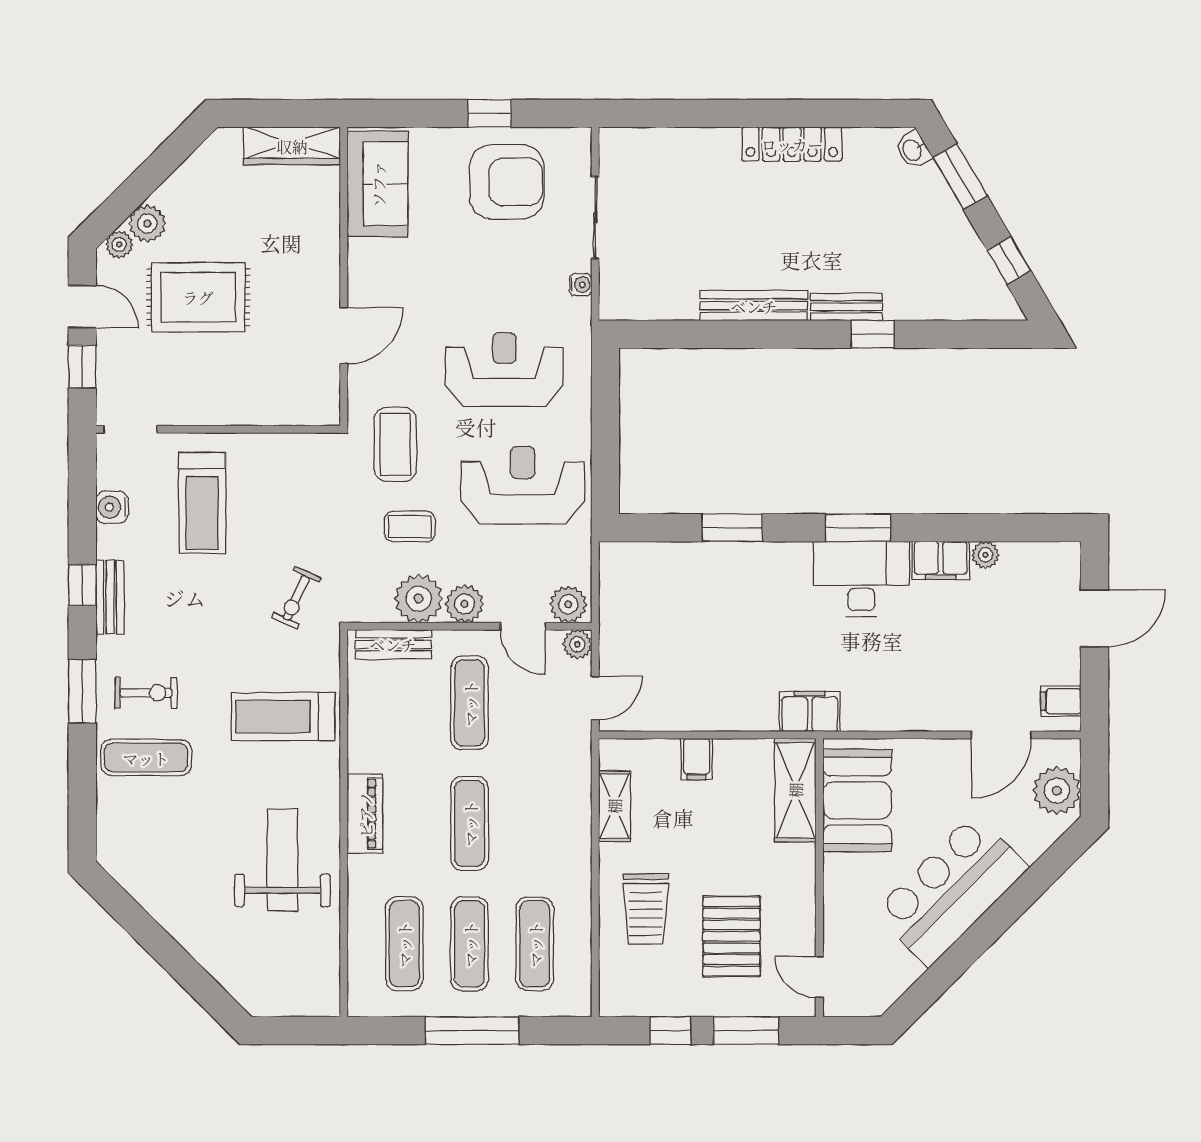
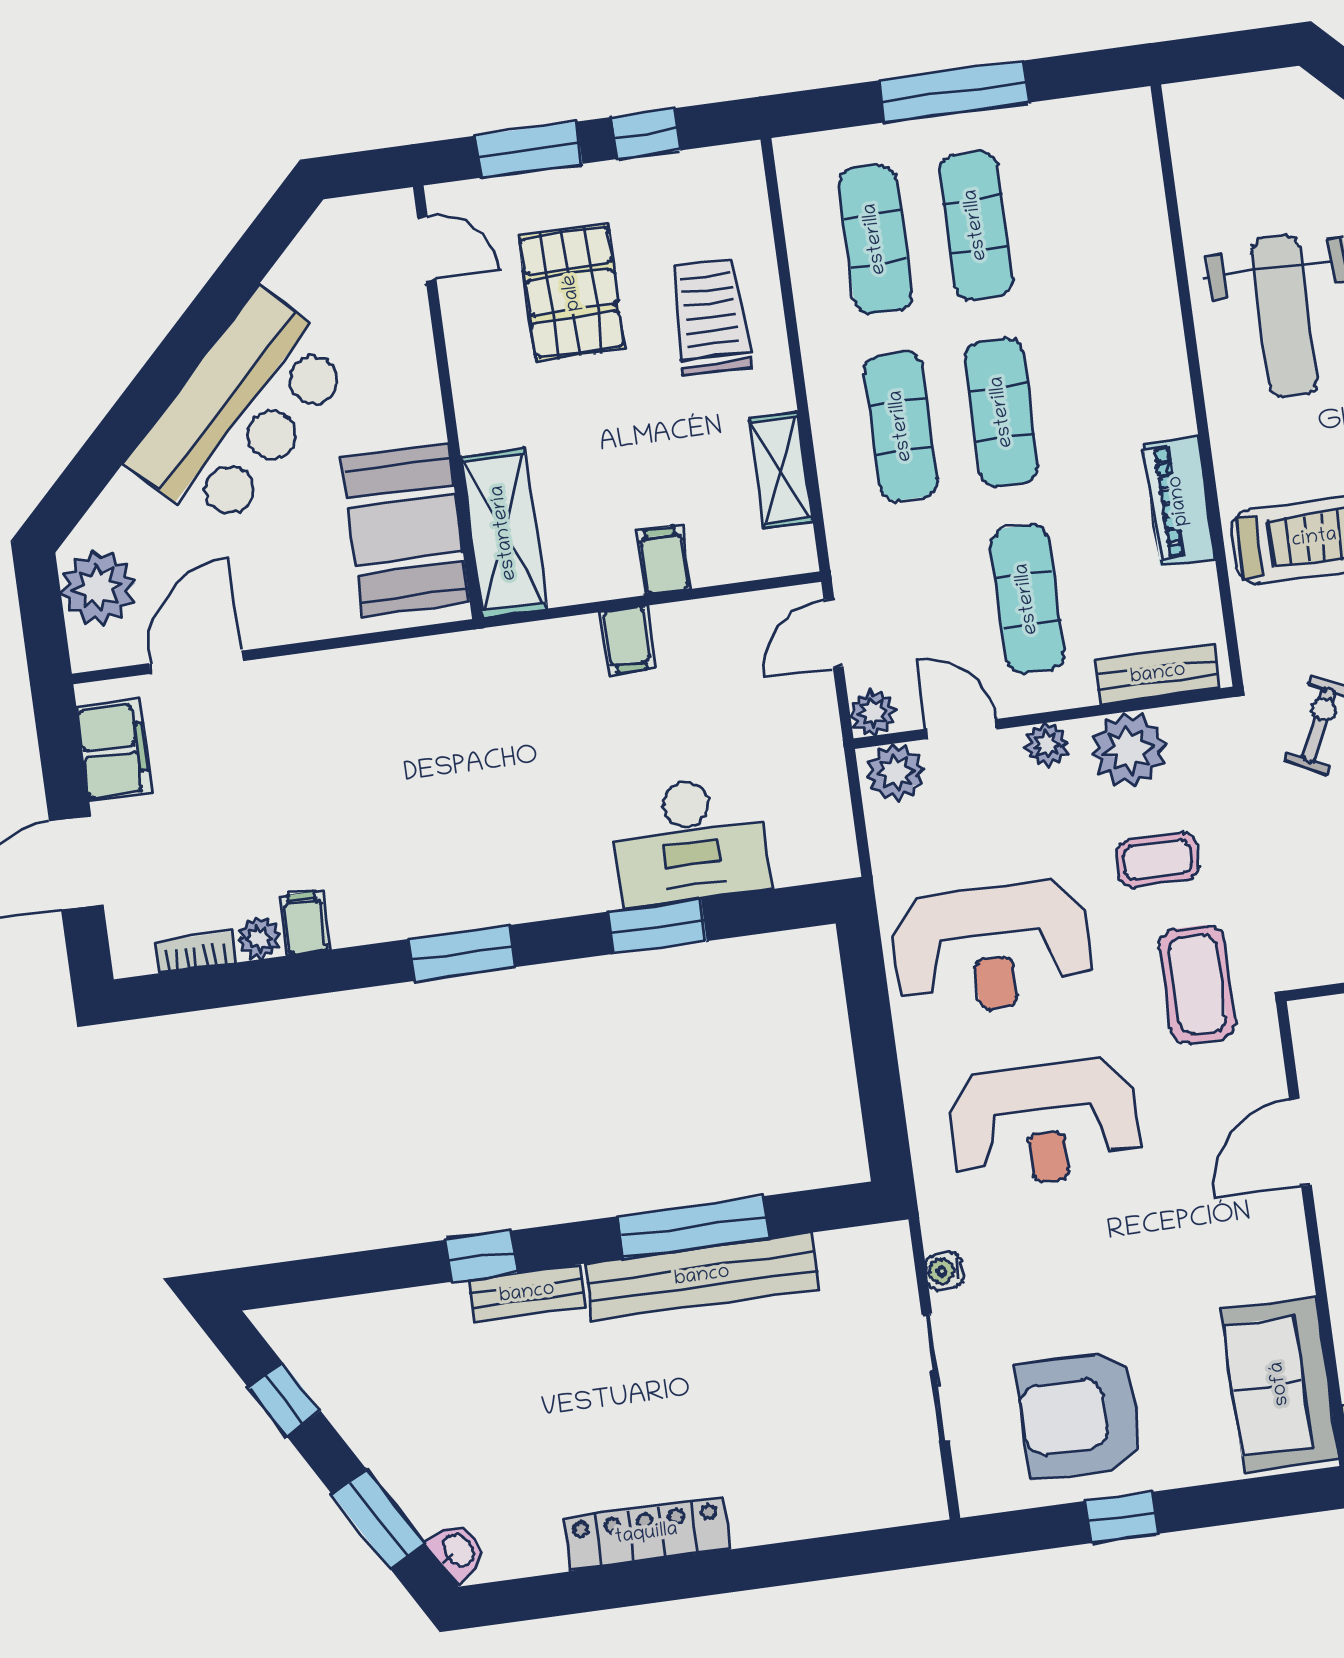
bench: (754, 306) -> (702, 1276), width x1.37, depth x1.21
window: (735, 334) -> (694, 1227), added
bookcase: (1027, 552) -> (195, 952), added
filing cabinet: (941, 560) -> (305, 923), width x0.50
desk: (861, 579) -> (690, 841), moved
plant: (465, 604) -> (1047, 745), width x0.73, depth x0.73
filing cabinet: (1061, 701) -> (114, 751), width x2.00
filing cabinet: (810, 711) -> (628, 640), moved, width x0.50
piano: (365, 814) -> (1179, 501), moved
exercise mat: (404, 944) -> (901, 426), moved

